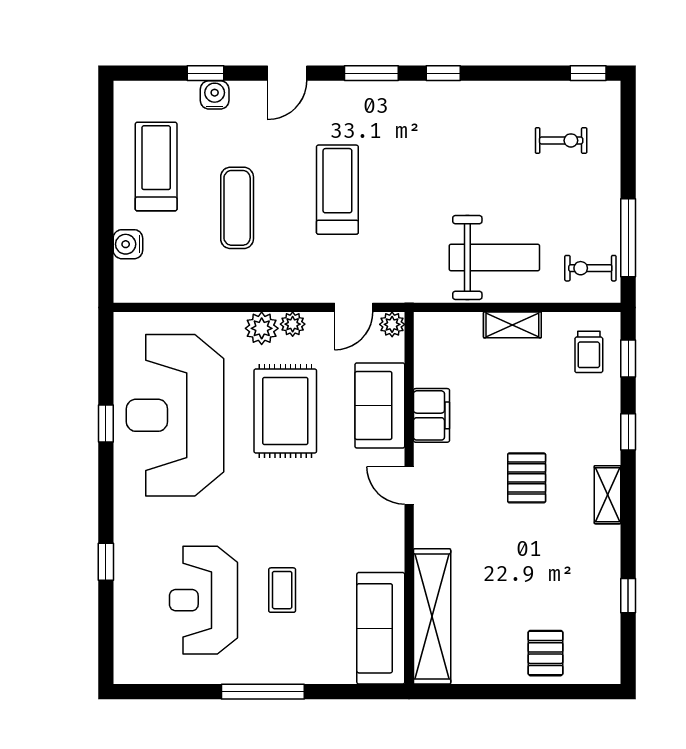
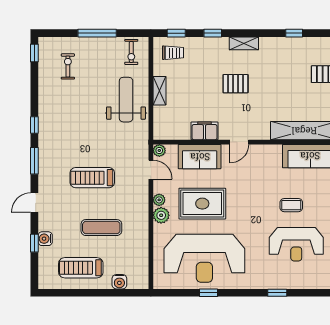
door: (287, 73) -> (34, 203), swing flipped
window: (628, 238) -> (97, 33), moved

